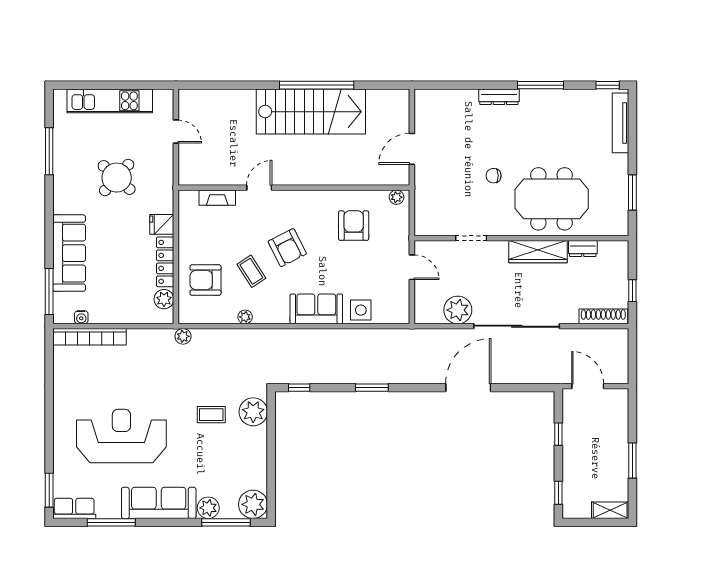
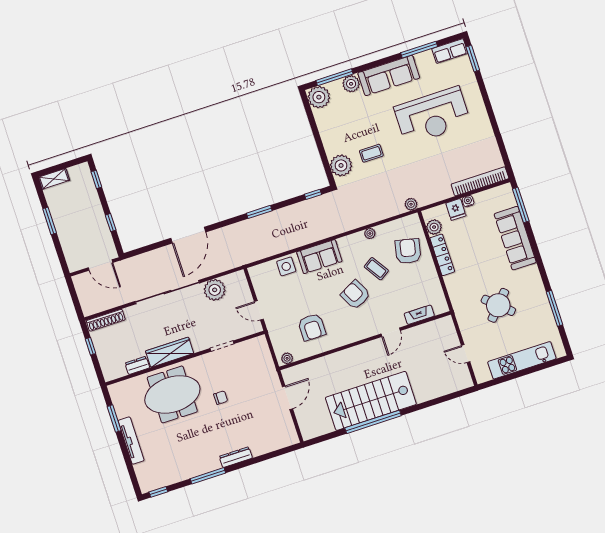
tv unit: (621, 123) -> (131, 441), moved
fridge: (162, 224) -> (456, 209), moved, turned 90
armchair: (205, 280) -> (408, 251), turned -78
water cooler: (81, 317) -> (468, 201), moved

